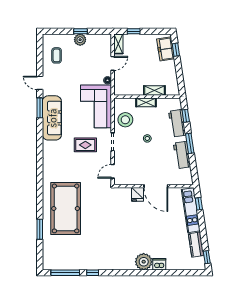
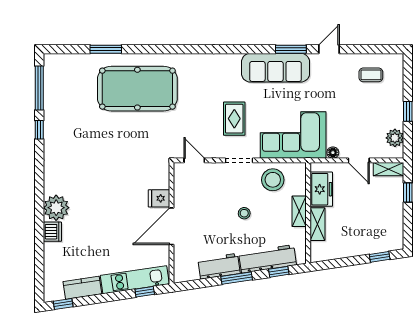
plant: (80, 40) -> (395, 138), moved
freezer: (166, 49) -> (321, 189), moved, turned 98
workbench: (177, 123) -> (268, 259), width x1.38

